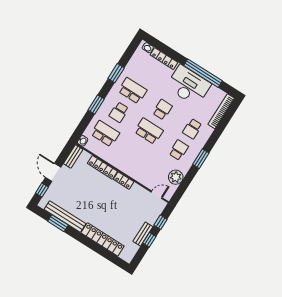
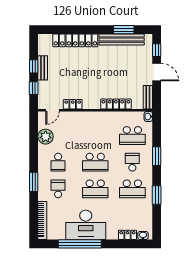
locker: (164, 59) -> (127, 235), width x0.66
school desk: (162, 110) -> (95, 189), width x1.85
window: (201, 159) -> (34, 182), moved
locker: (124, 181) -> (73, 104), moved

